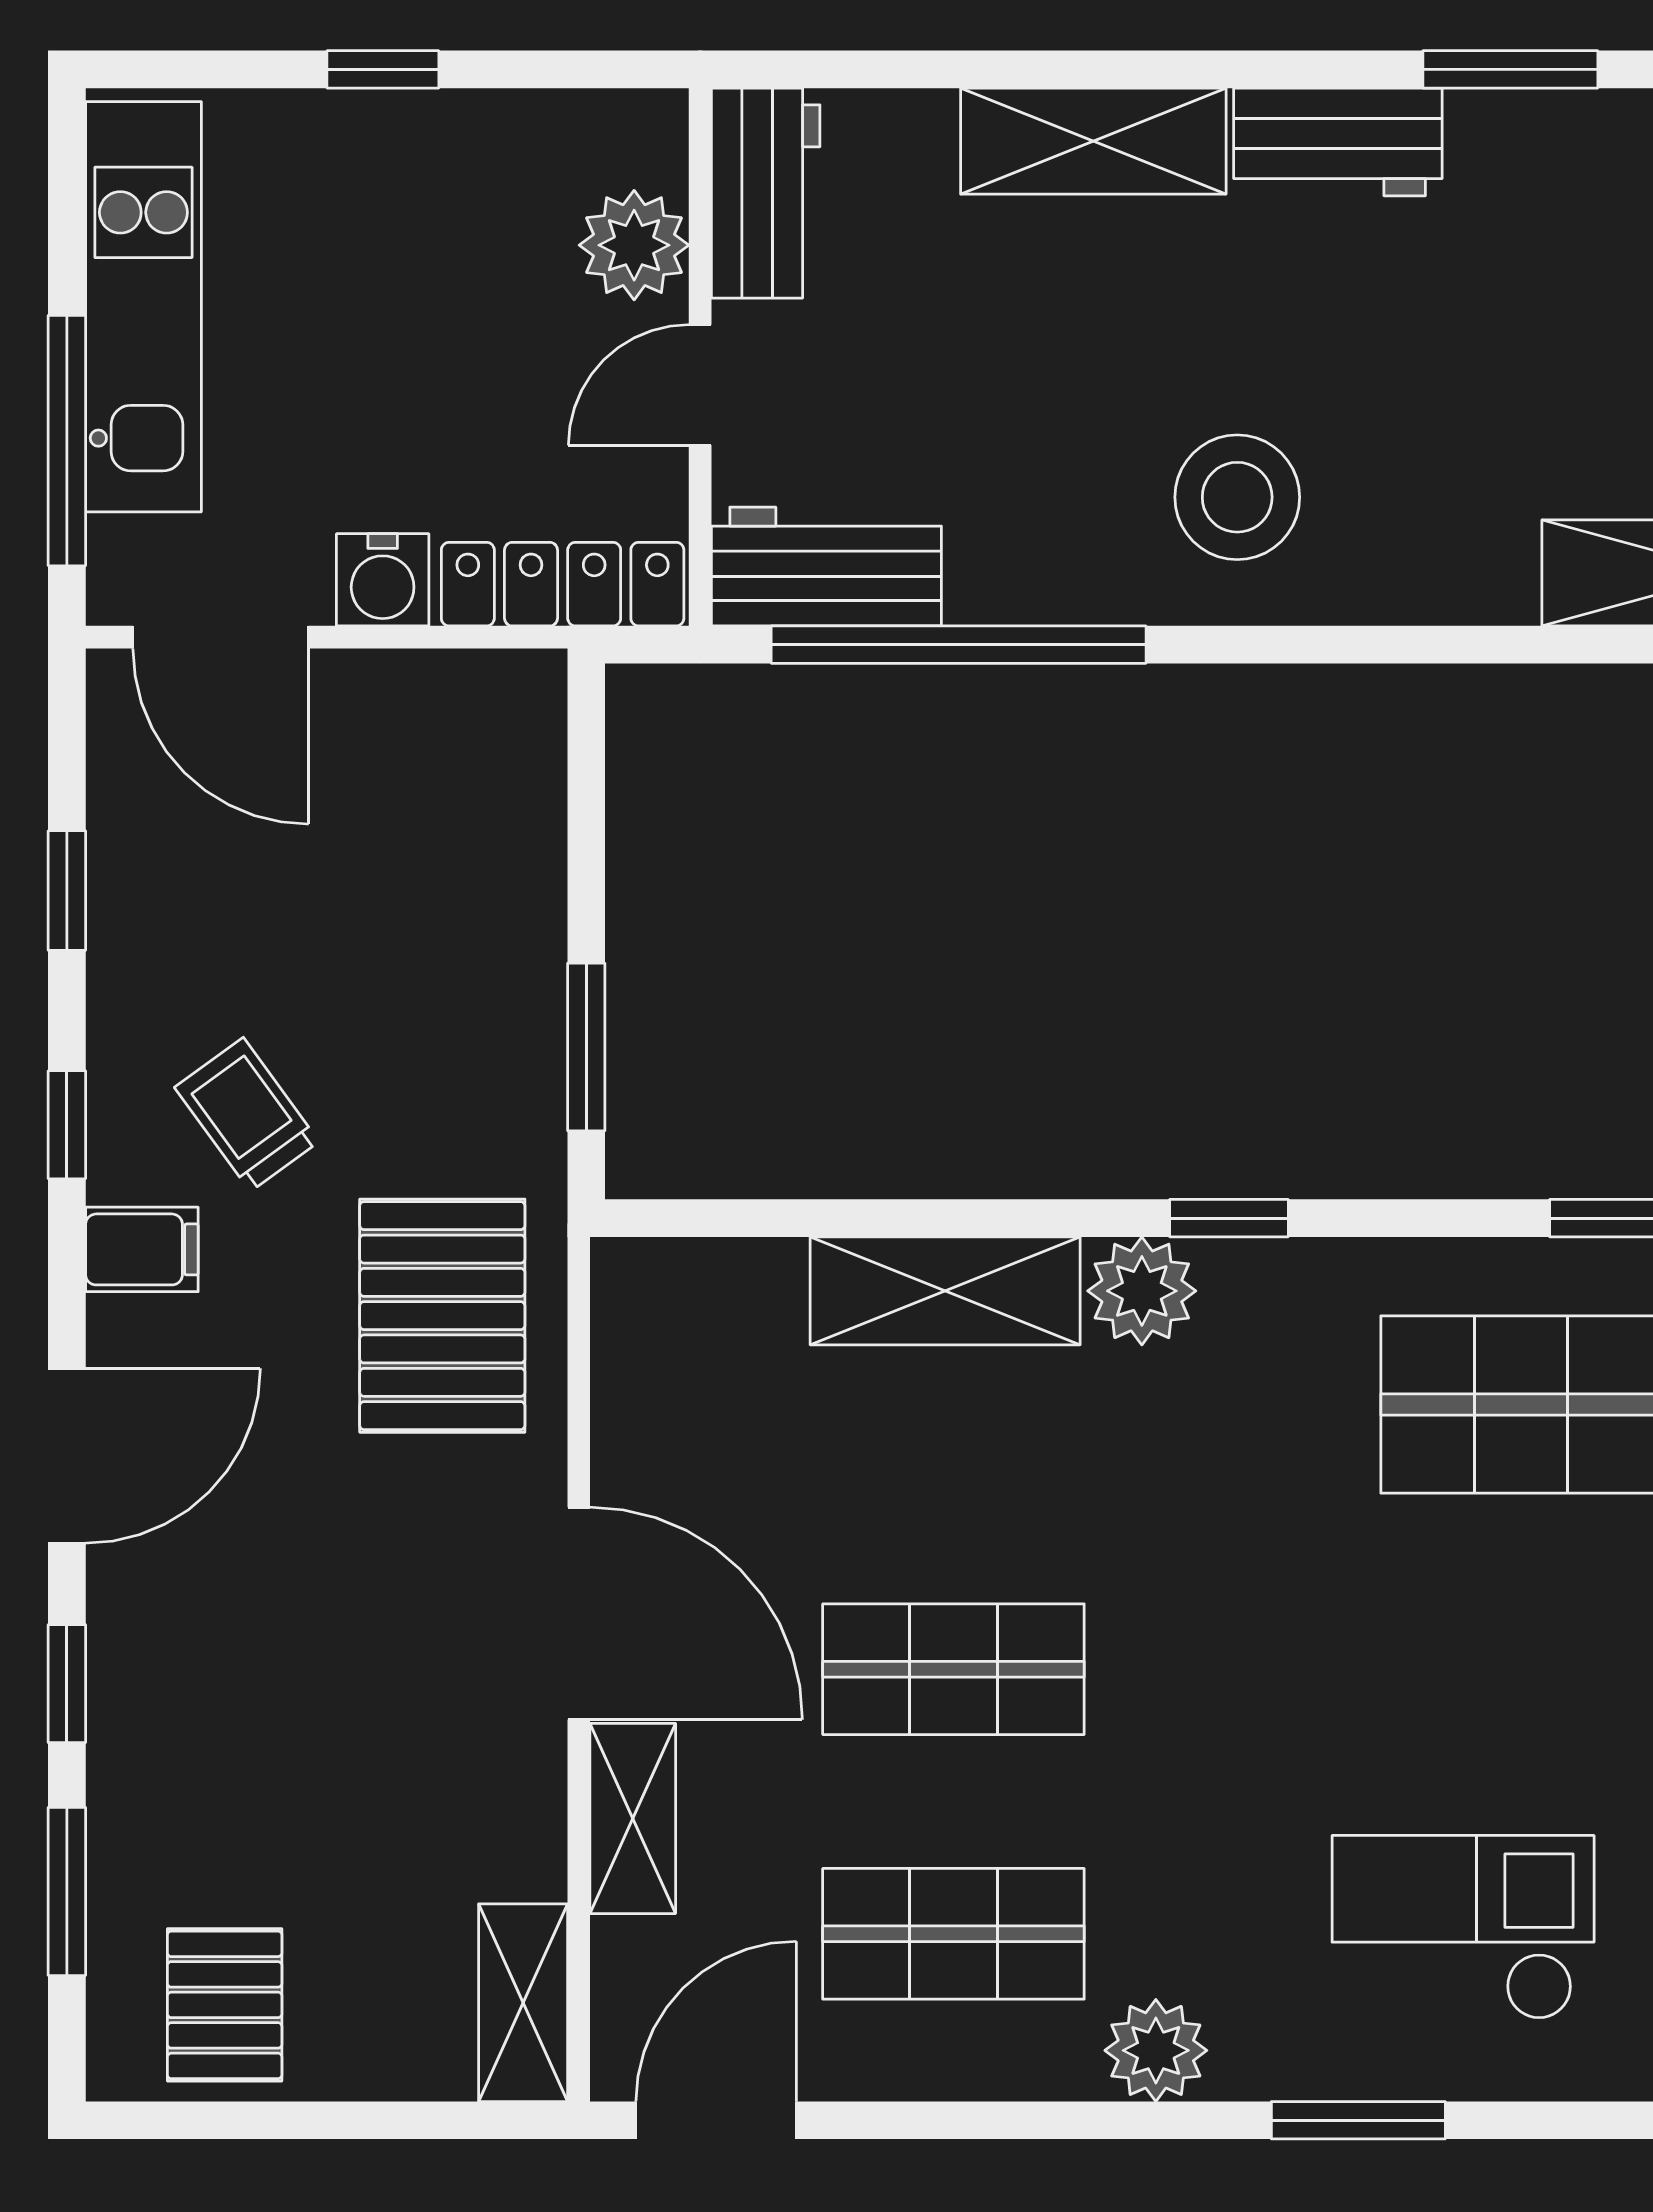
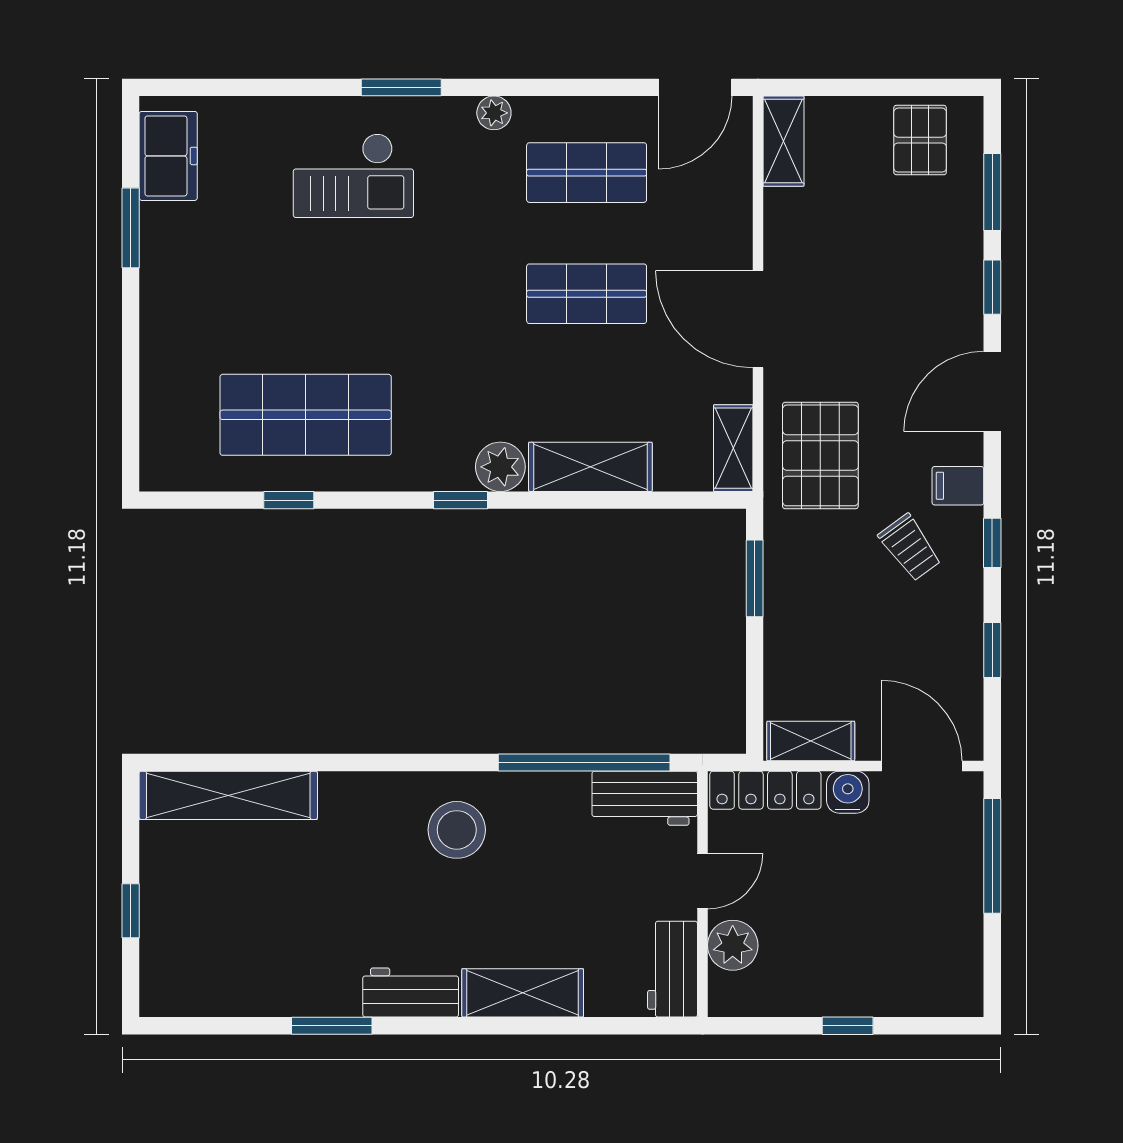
kitchen unit: (143, 307) -> (957, 917), removed
shelving: (463, 692) -> (811, 741), added
shelving: (633, 1818) -> (733, 448), moved
plant: (1156, 2050) -> (494, 113), width x0.73, depth x0.73

